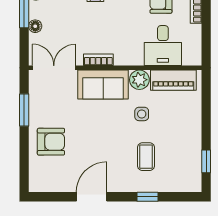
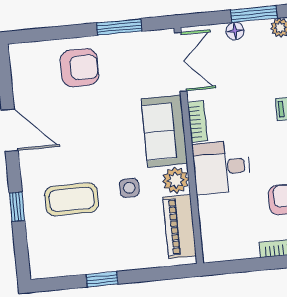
desk: (163, 46) -> (221, 167), moved
armchair: (51, 142) -> (79, 68), turned -90
coffee table: (146, 157) -> (72, 199), width x1.36, depth x1.30
window: (206, 161) -> (102, 279), moved

